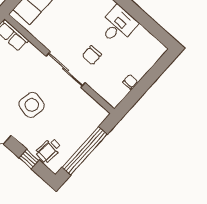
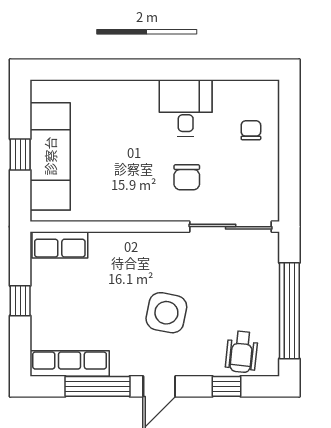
sliding door: (66, 70) -> (231, 227), moved
chair: (130, 82) -> (251, 130), moved

